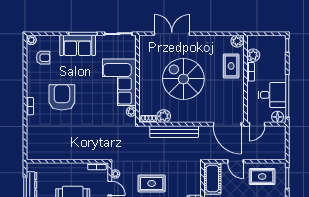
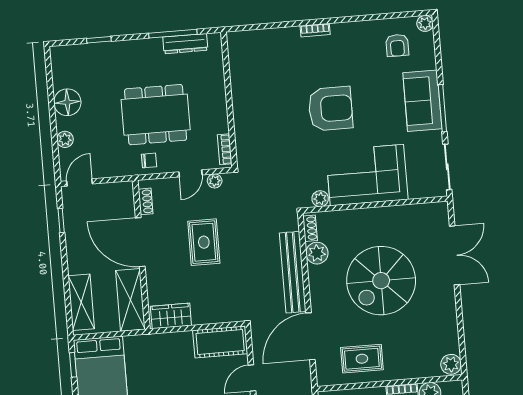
rug: (231, 66) -> (362, 359), moved
spiral stairs: (183, 79) -> (381, 281), turned 180
armchair: (62, 97) -> (330, 109), moved
door: (227, 124) -> (310, 336), moved

